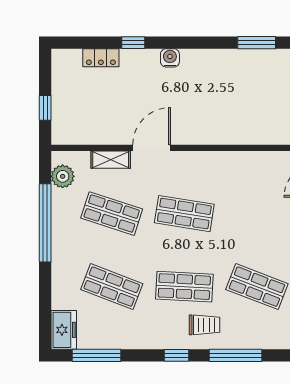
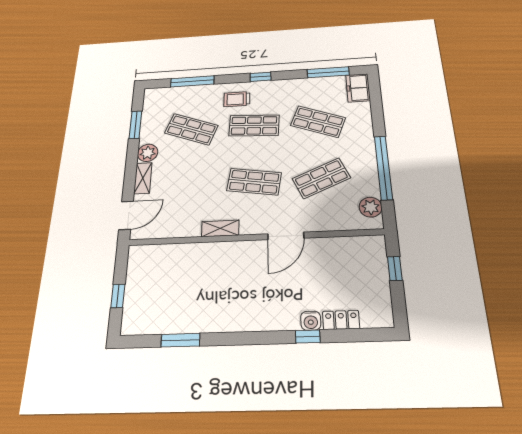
water cooler: (170, 58) -> (311, 321), moved
shelving: (111, 160) -> (220, 228), moved
shop shelf: (112, 214) -> (321, 178), turned -42
window: (235, 355) -> (192, 81), moved

